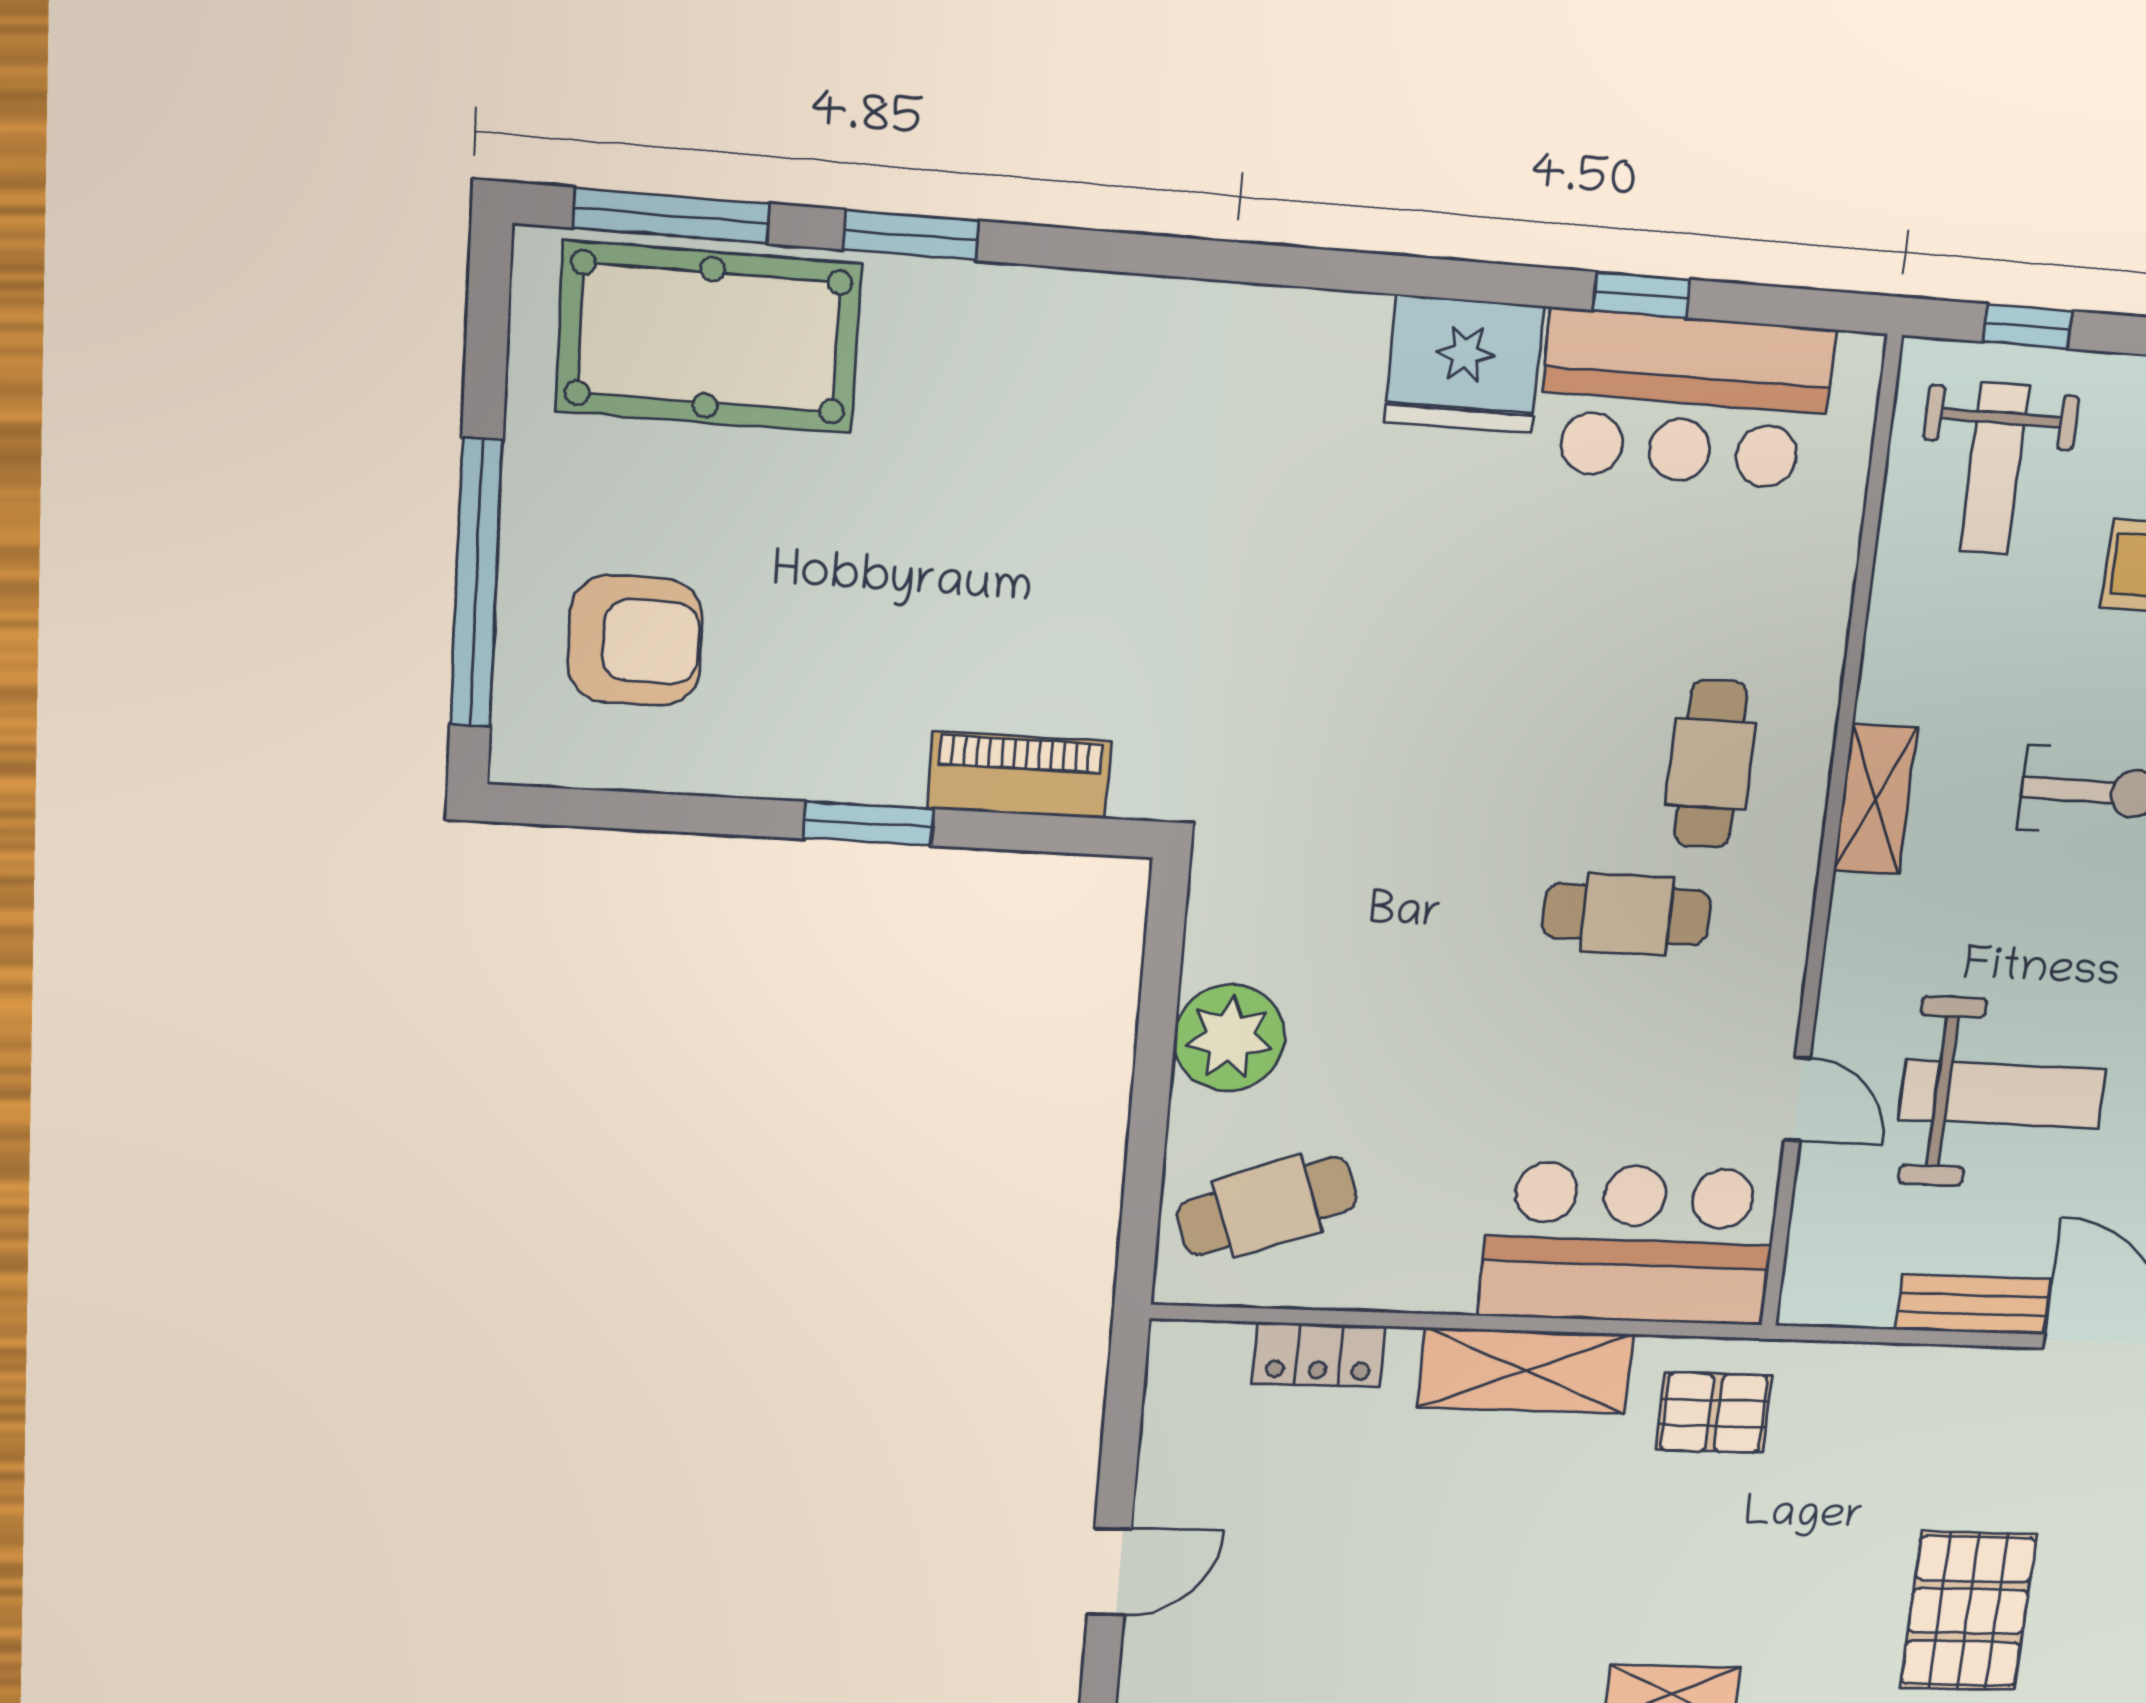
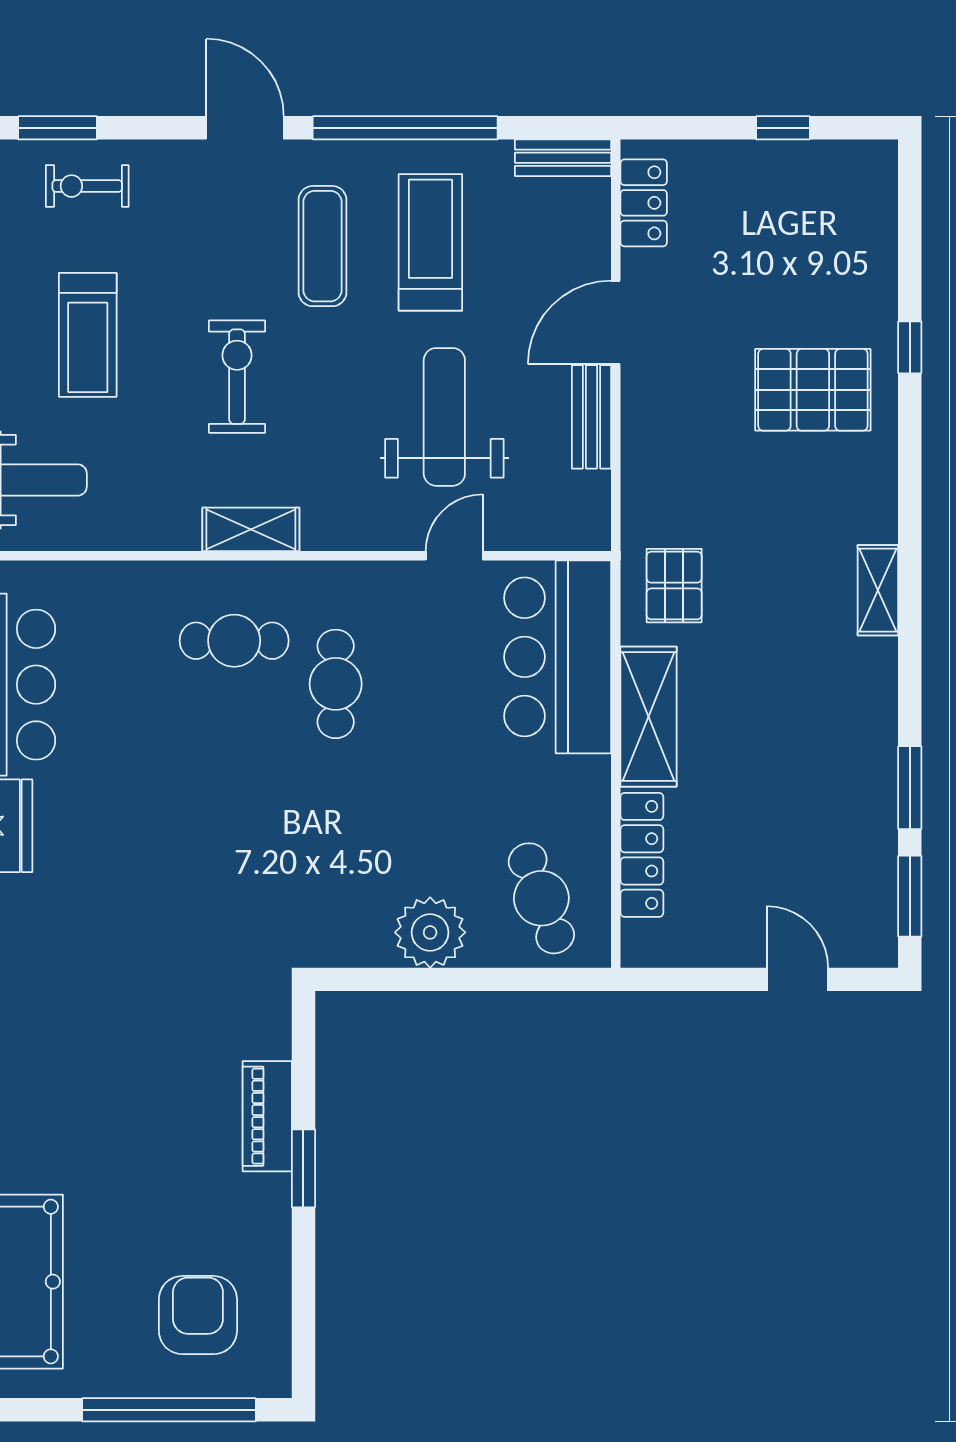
piano: (1019, 775) -> (267, 1116), moved
locker: (1319, 1355) -> (642, 855), width x1.53

